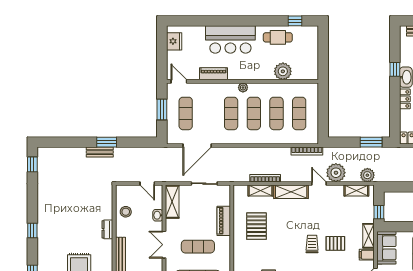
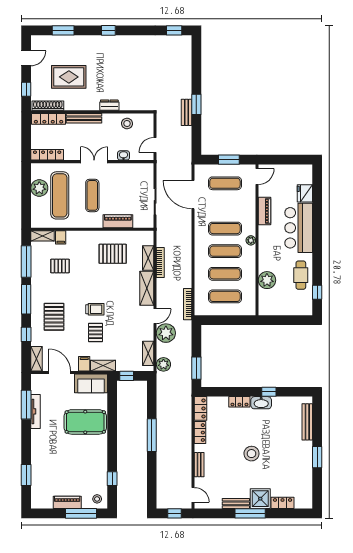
fridge: (174, 41) -> (305, 193), moved, turned 90
bench: (100, 152) -> (186, 112), moved
shelving: (172, 202) -> (137, 170), removed

